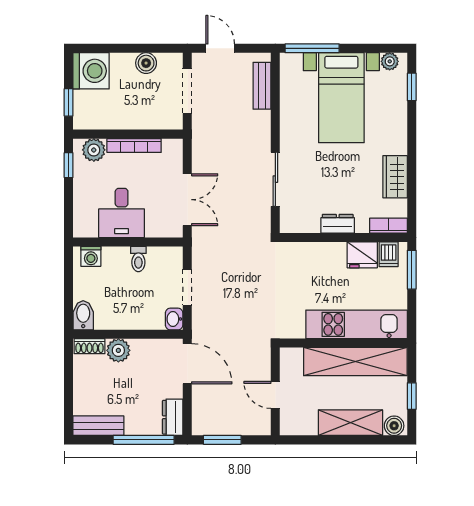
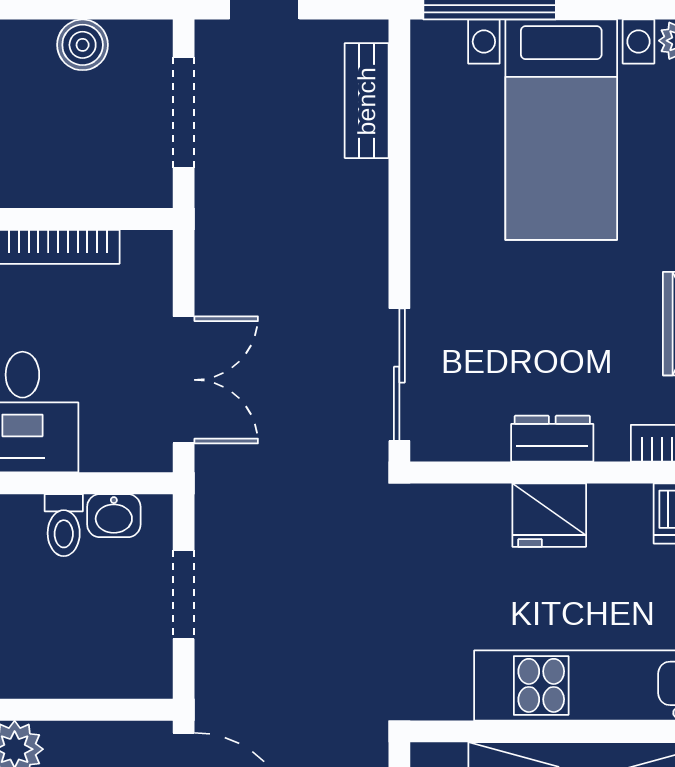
sliding door: (275, 179) -> (399, 375), moved
fridge: (362, 255) -> (549, 515), moved
washbasin: (174, 319) -> (114, 516), moved, turned -90

